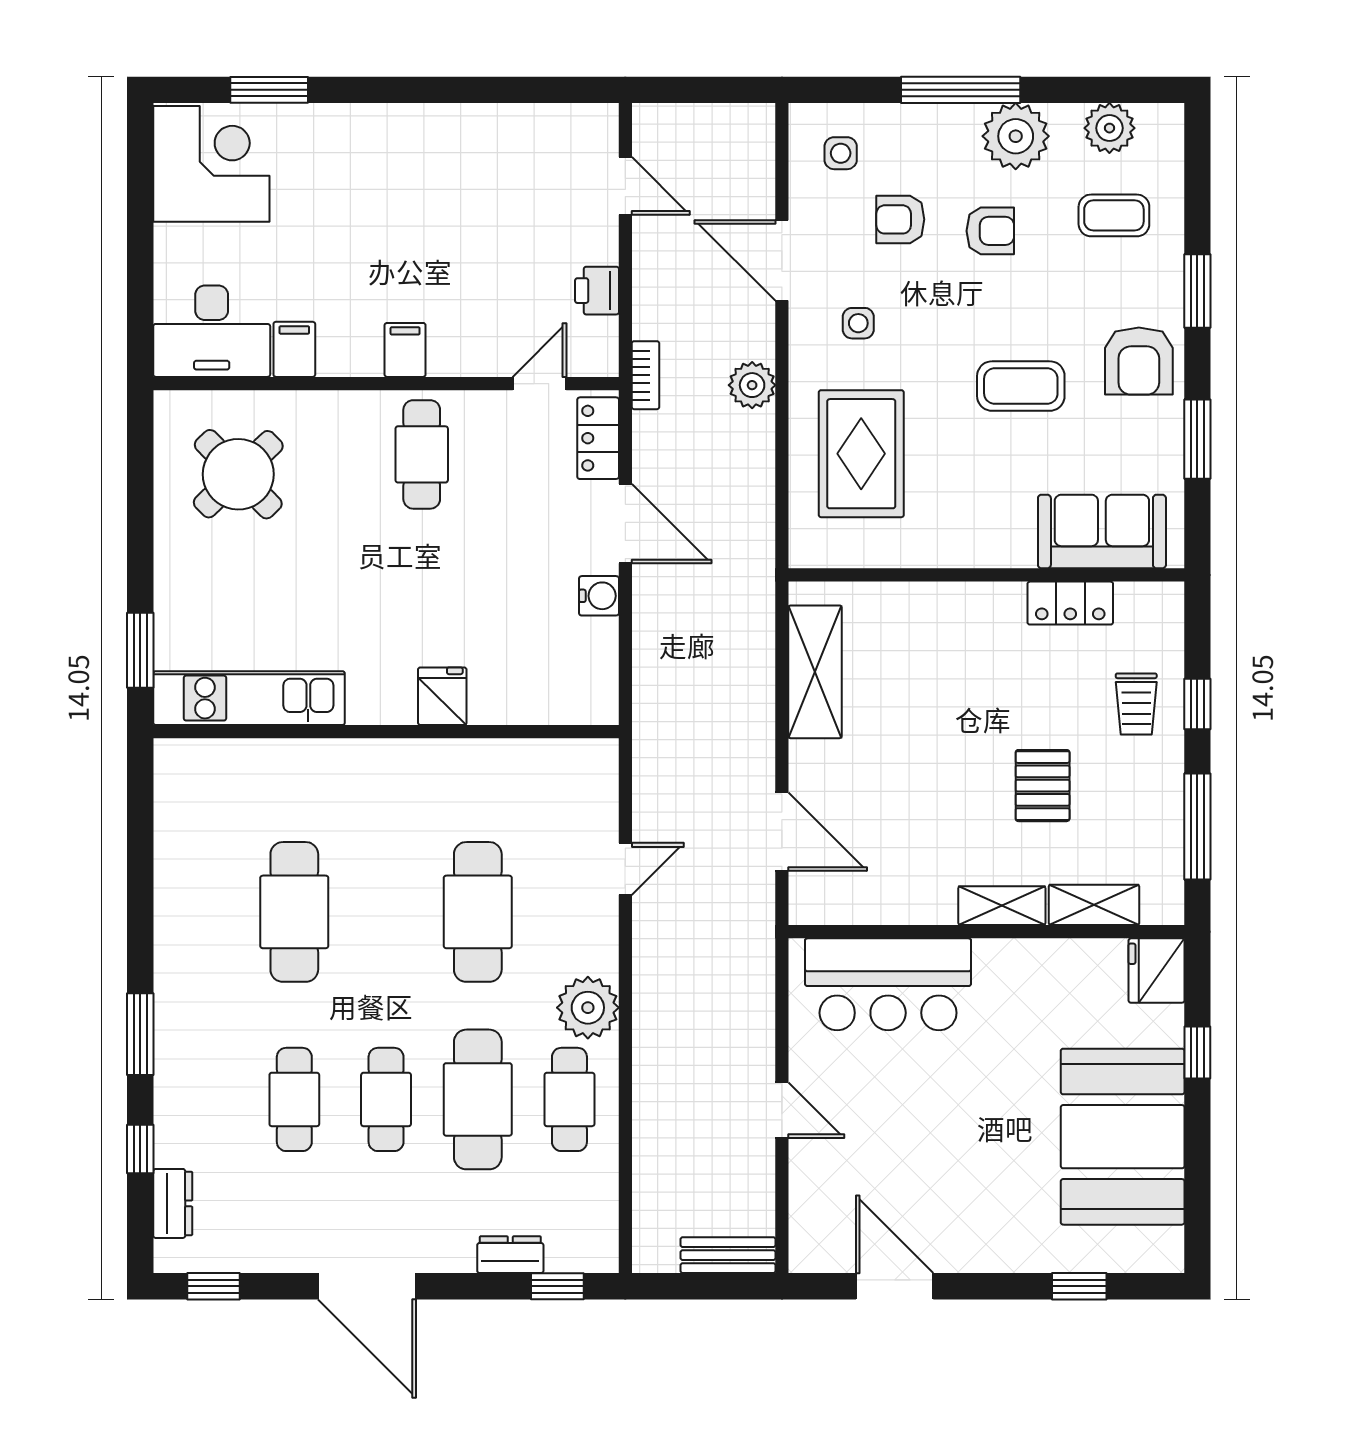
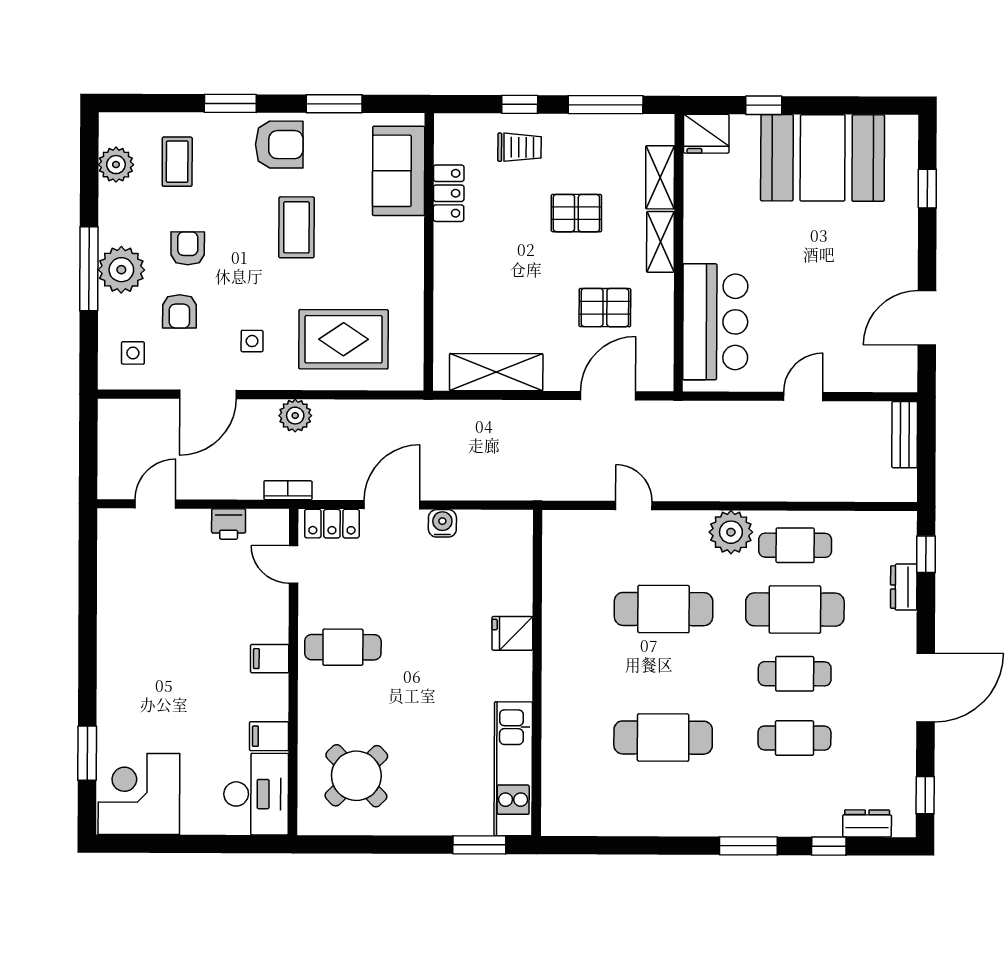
plant: (1016, 136) -> (121, 270), moved
pallet: (908, 827) -> (605, 308), added

